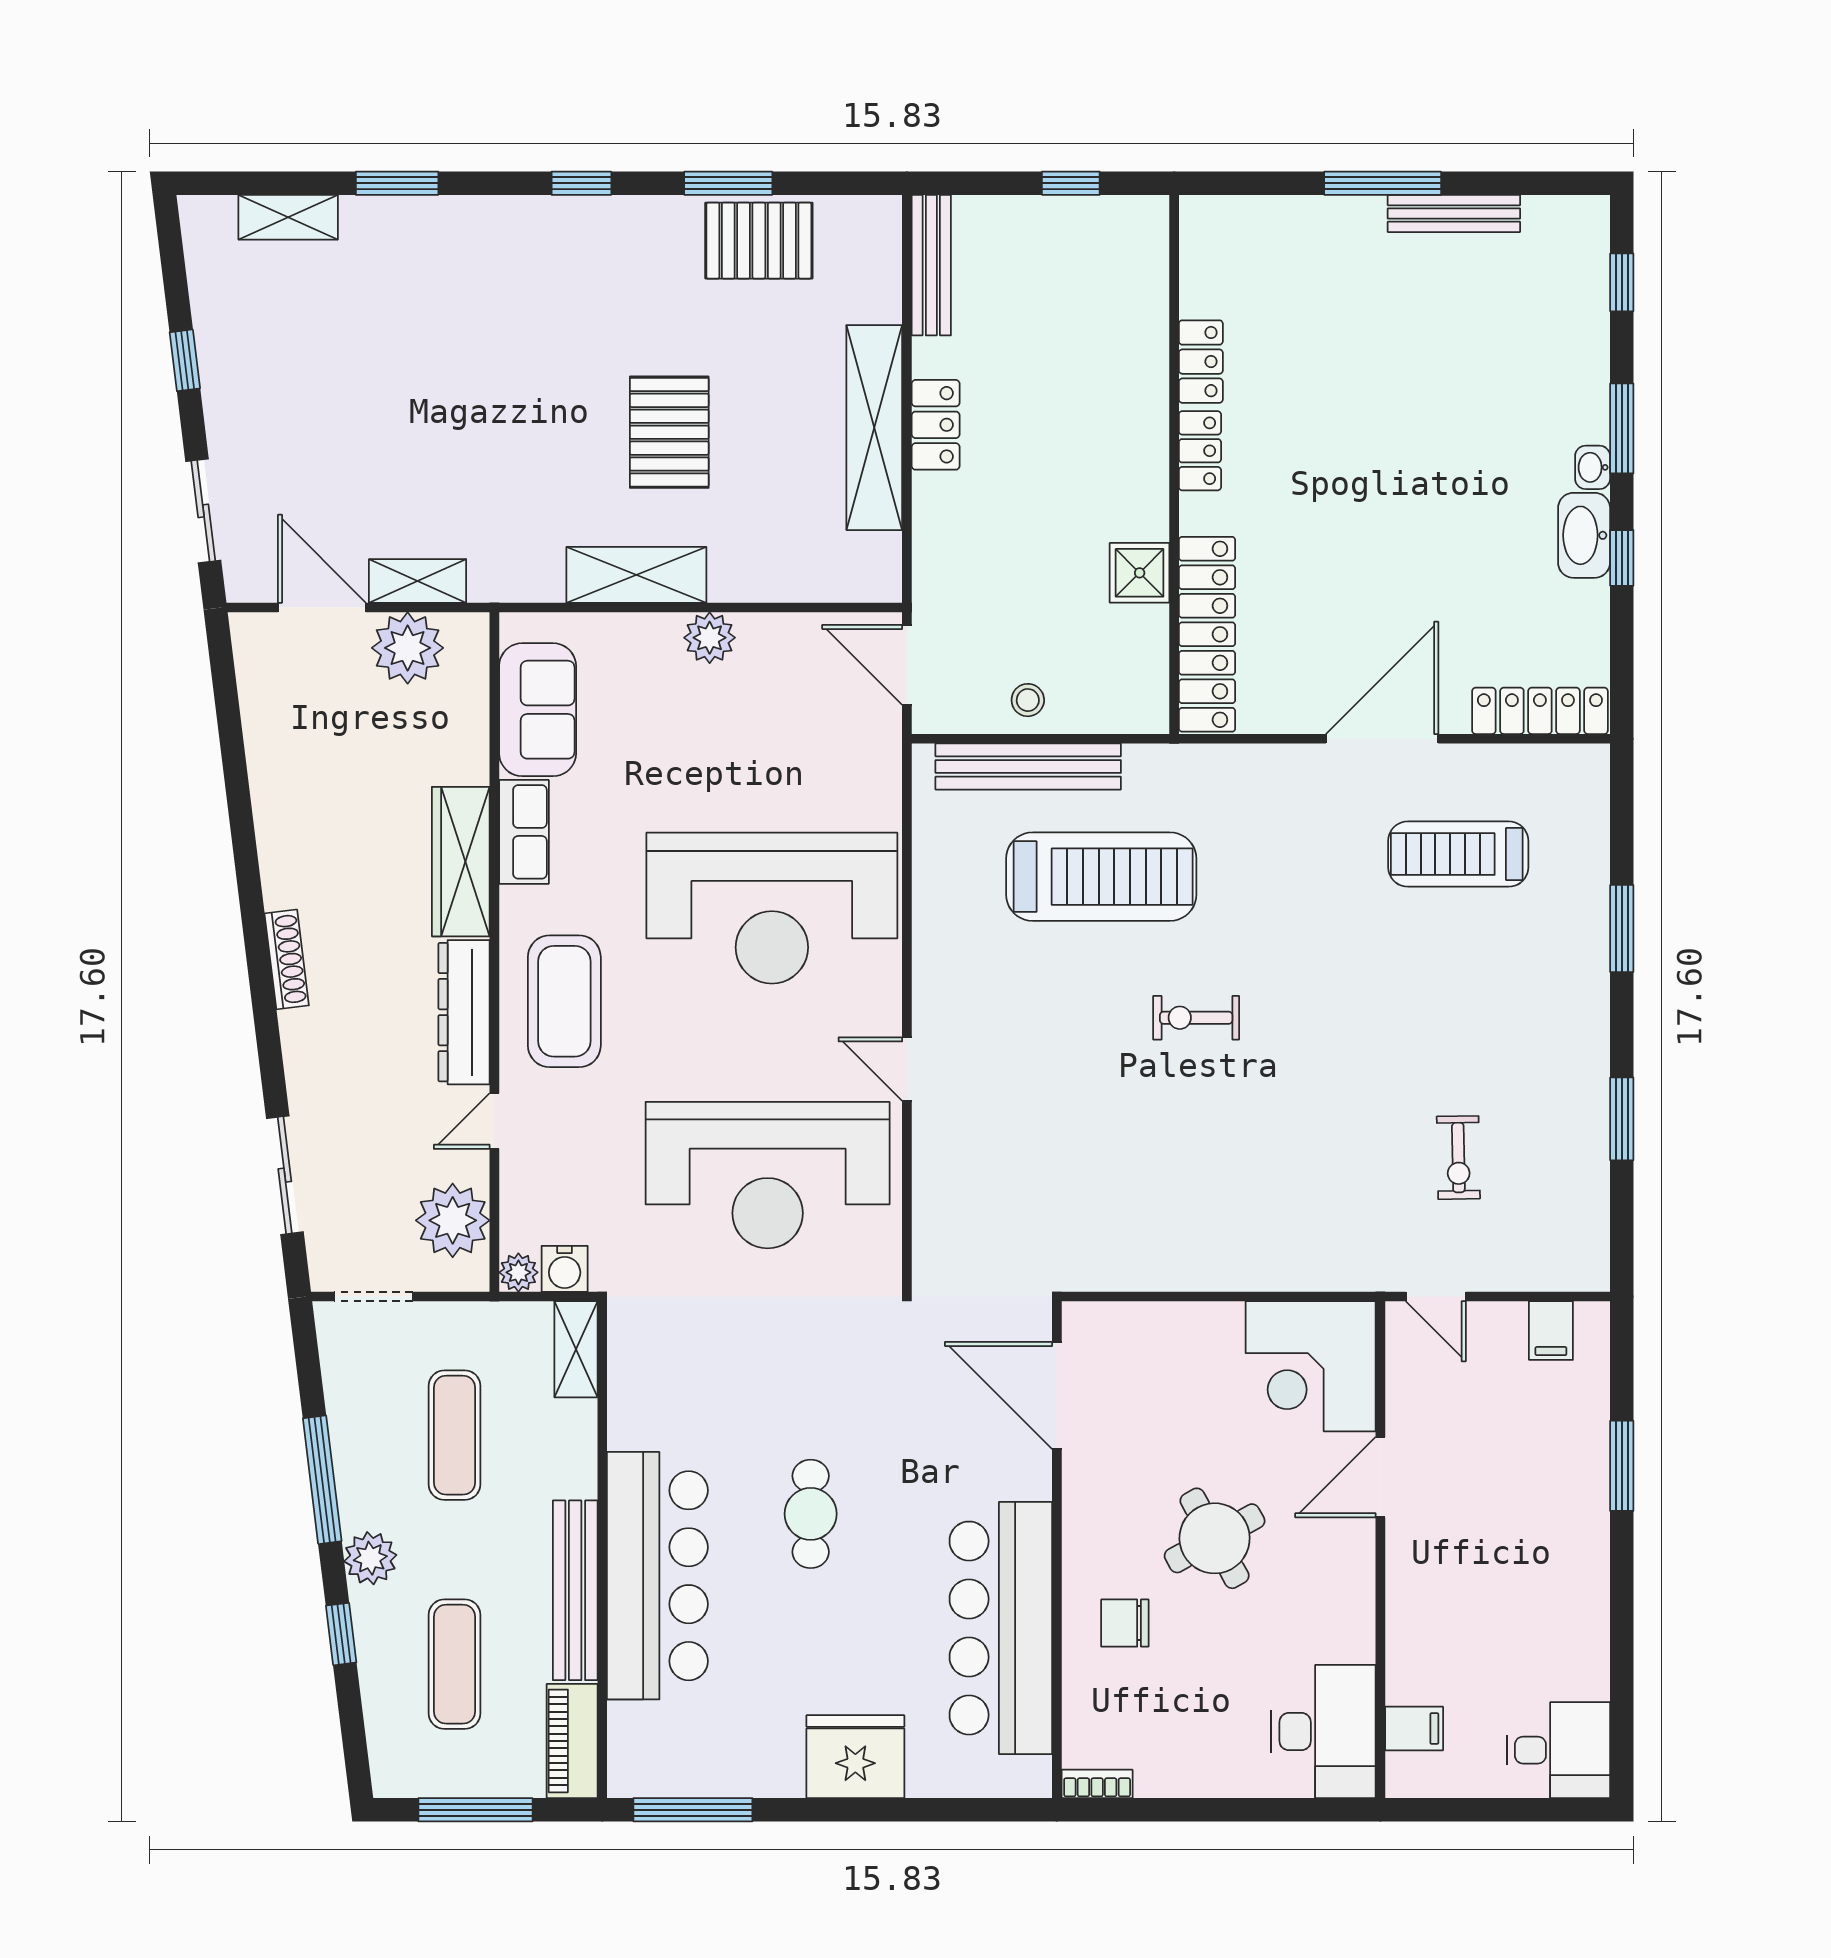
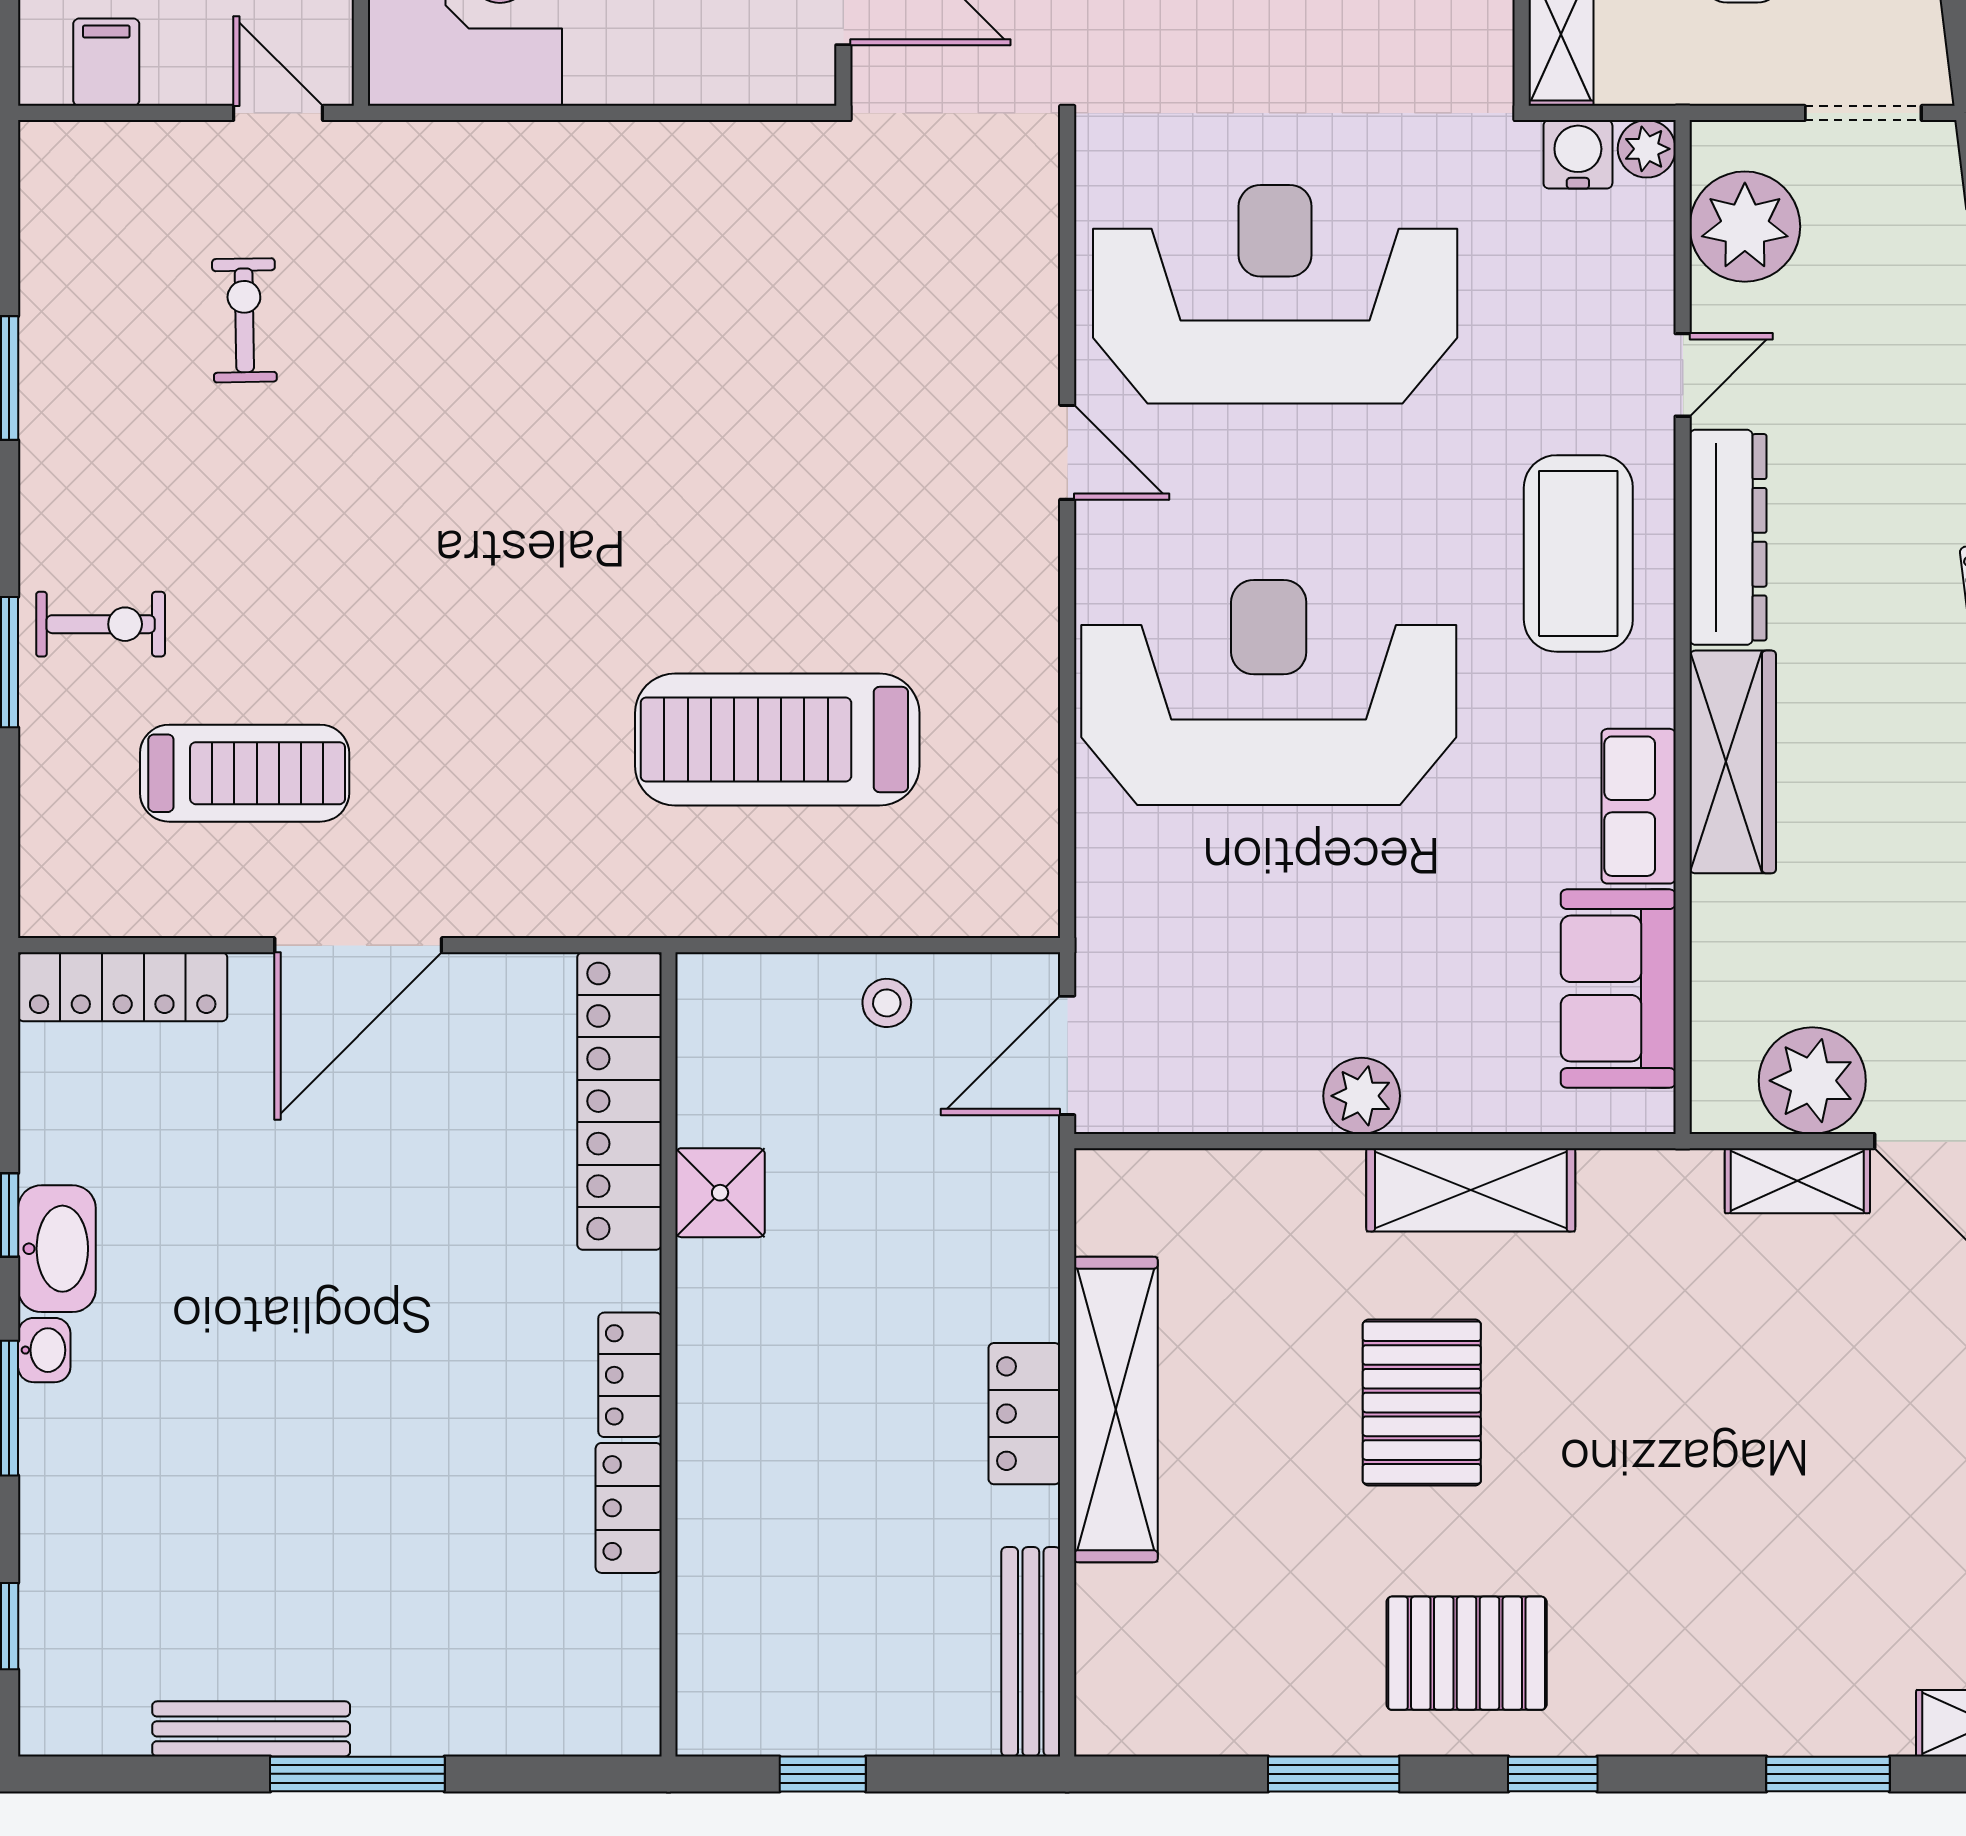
pallet: (759, 241) -> (1467, 1653), moved
door: (907, 665) -> (1067, 1055), swing flipped
bench: (1028, 766) -> (886, 904), removed
exercise bike: (1196, 1018) -> (101, 624), moved

